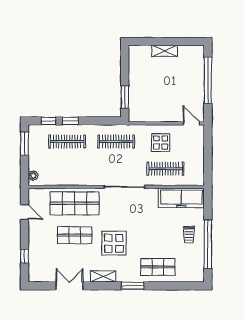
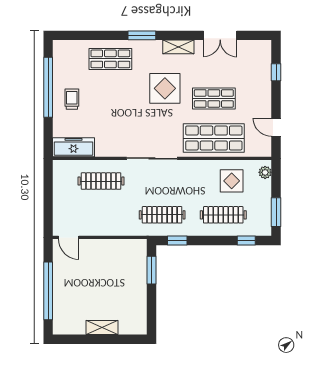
window: (70, 121) -> (177, 240), moved
display table: (161, 143) -> (232, 181), moved
freezer: (181, 198) -> (74, 147), width x0.73, depth x0.79

